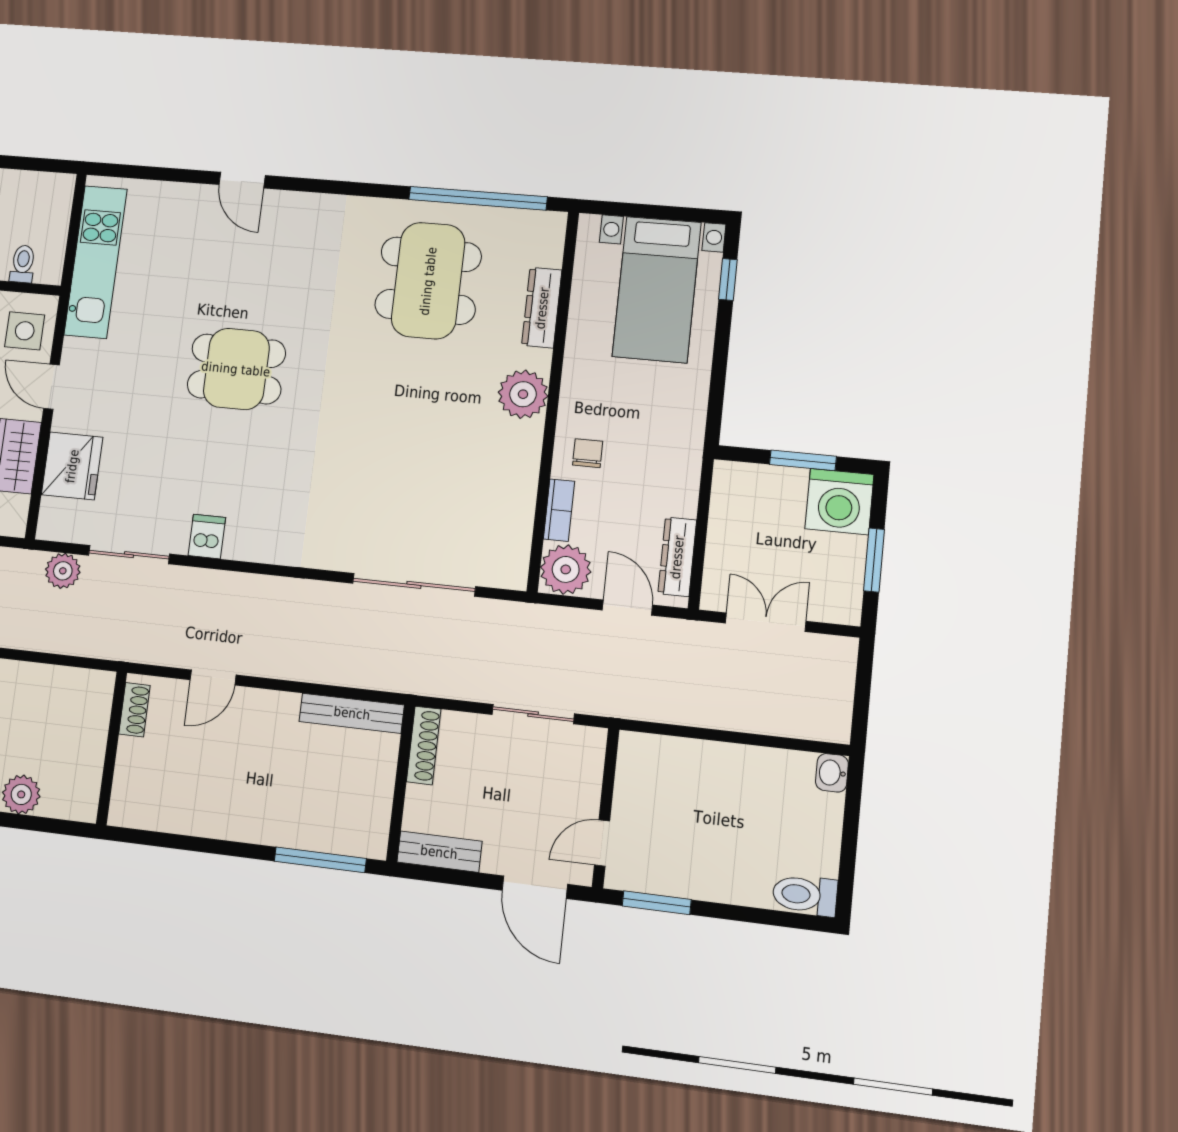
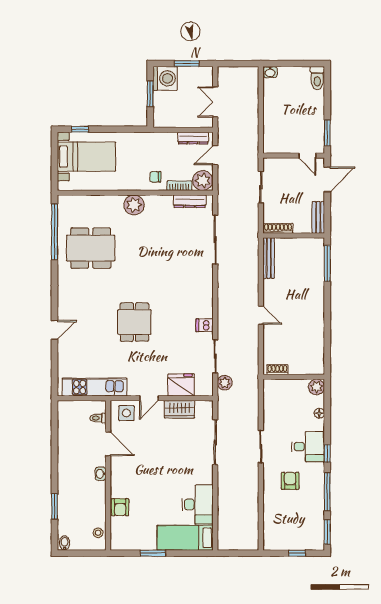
dresser: (542, 308) -> (190, 201), moved
shoe rack: (134, 710) -> (277, 370), moved
wall: (112, 748) -> (294, 377), moved

